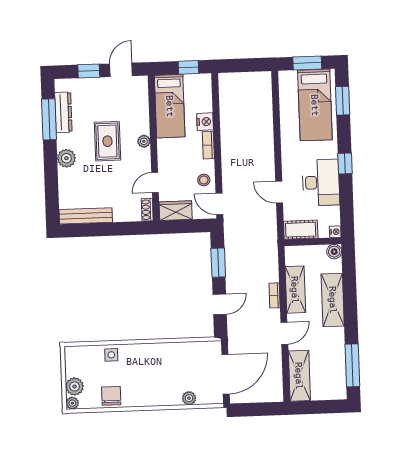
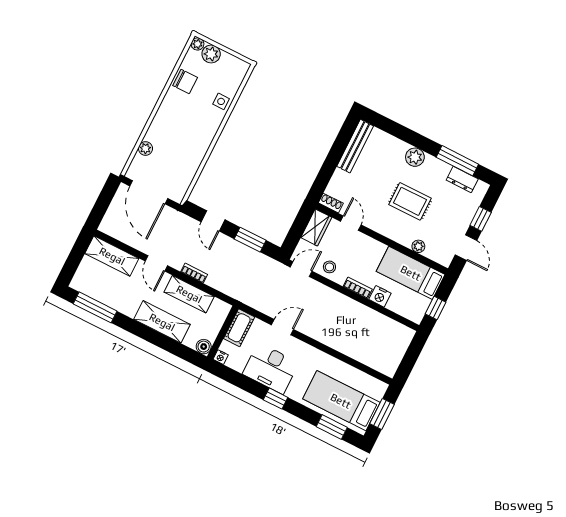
dresser: (63, 112) -> (462, 180), width x0.70
plant: (144, 141) -> (418, 246), moved

